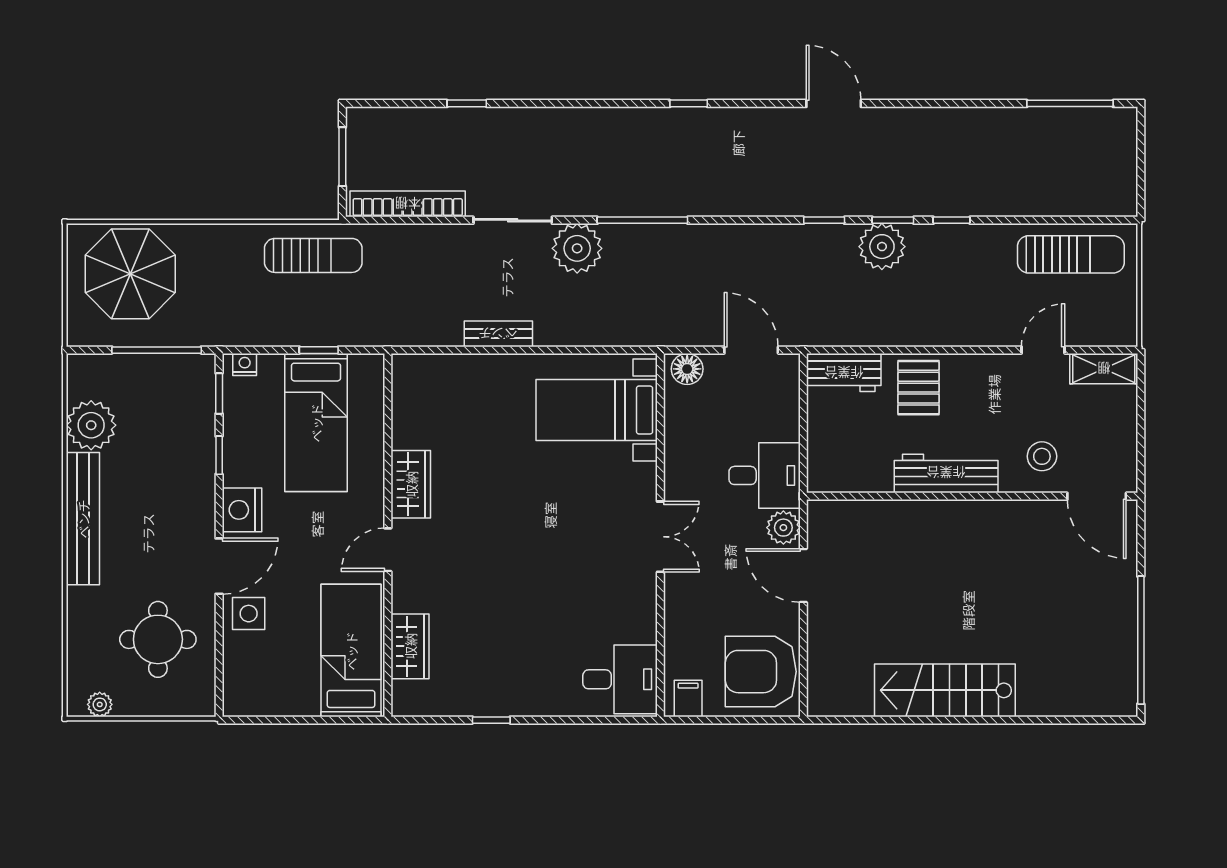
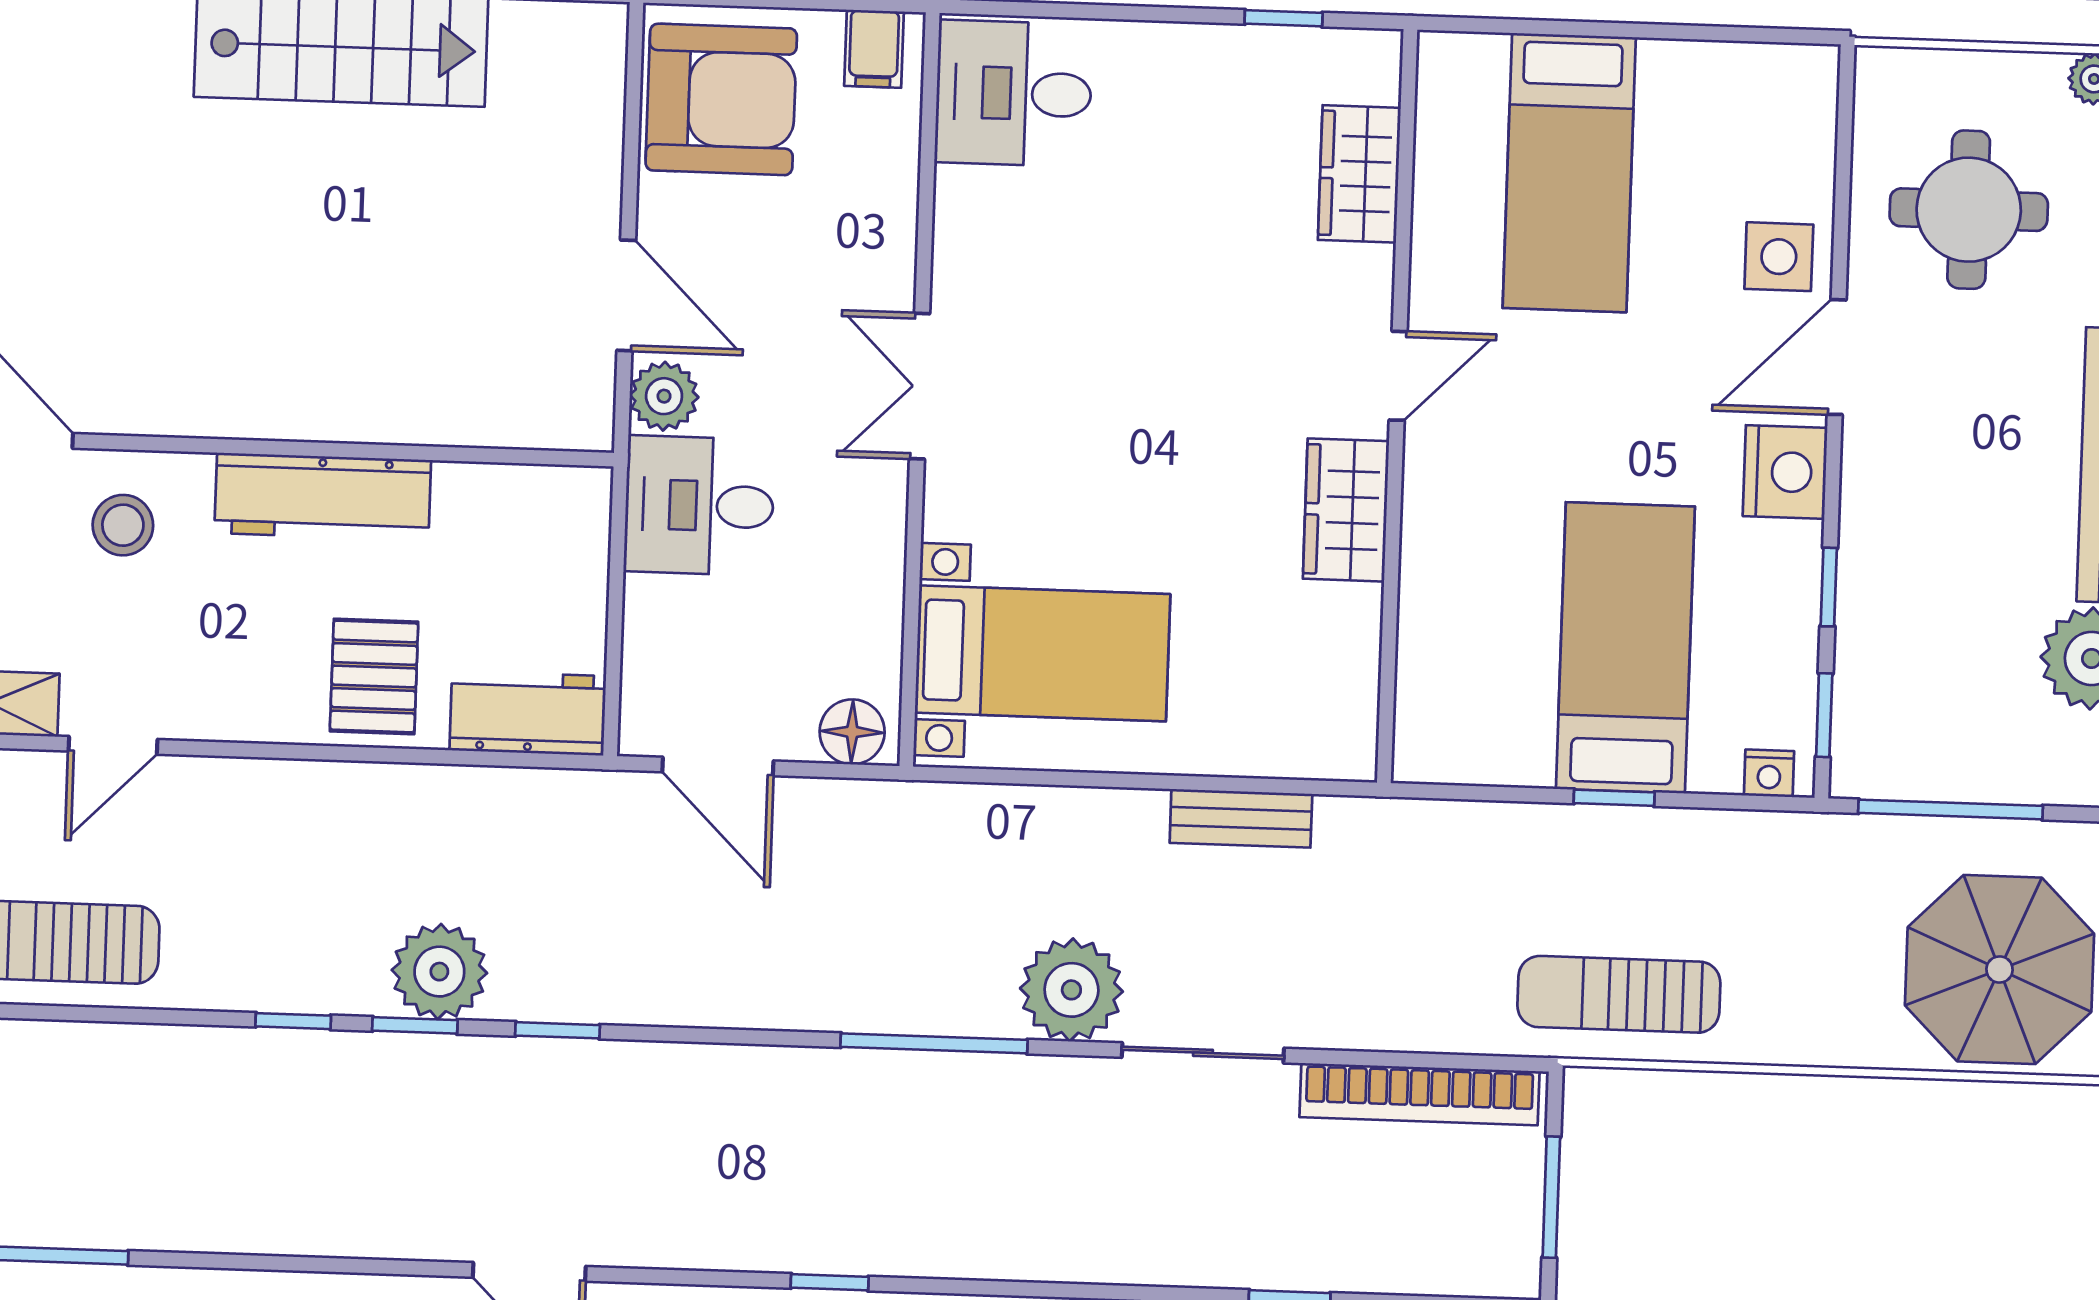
wardrobe: (411, 484) -> (1346, 510), moved
wall: (388, 535) -> (1397, 406), moved
door: (388, 550) -> (1398, 376), moved
wardrobe: (410, 646) -> (1359, 174), moved

